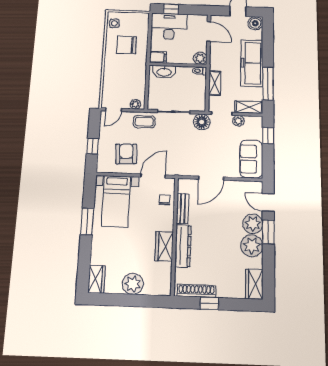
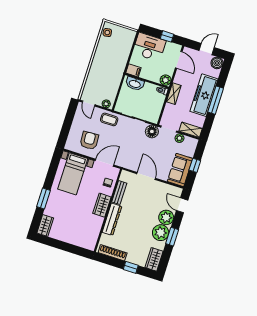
window: (171, 9) -> (167, 36), moved
chair: (127, 45) -> (112, 53), removed
shelving: (215, 83) -> (174, 94), moved
window: (268, 84) -> (216, 100), moved
door: (114, 110) -> (89, 103), hinge flipped
window: (268, 136) -> (195, 165), moved
window: (93, 146) -> (66, 128), removed
door: (211, 178) -> (146, 176), swing flipped
window: (87, 221) -> (43, 199), moved
window: (268, 232) -> (172, 237), moved
wardrobe: (164, 246) -> (102, 205), moved
plant: (133, 284) -> (70, 236), removed
window: (209, 303) -> (131, 267), moved

